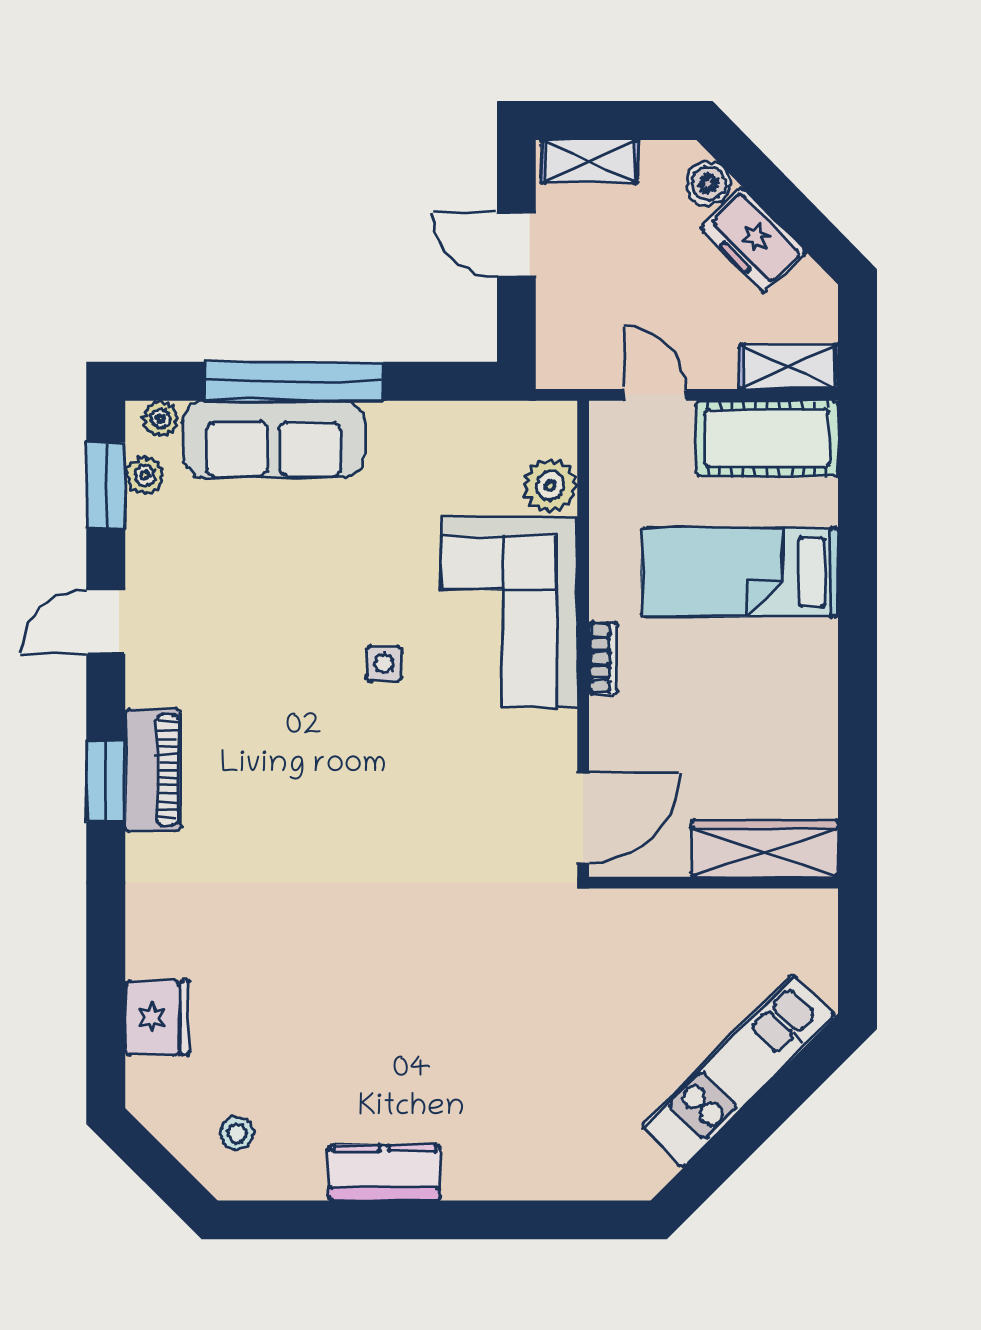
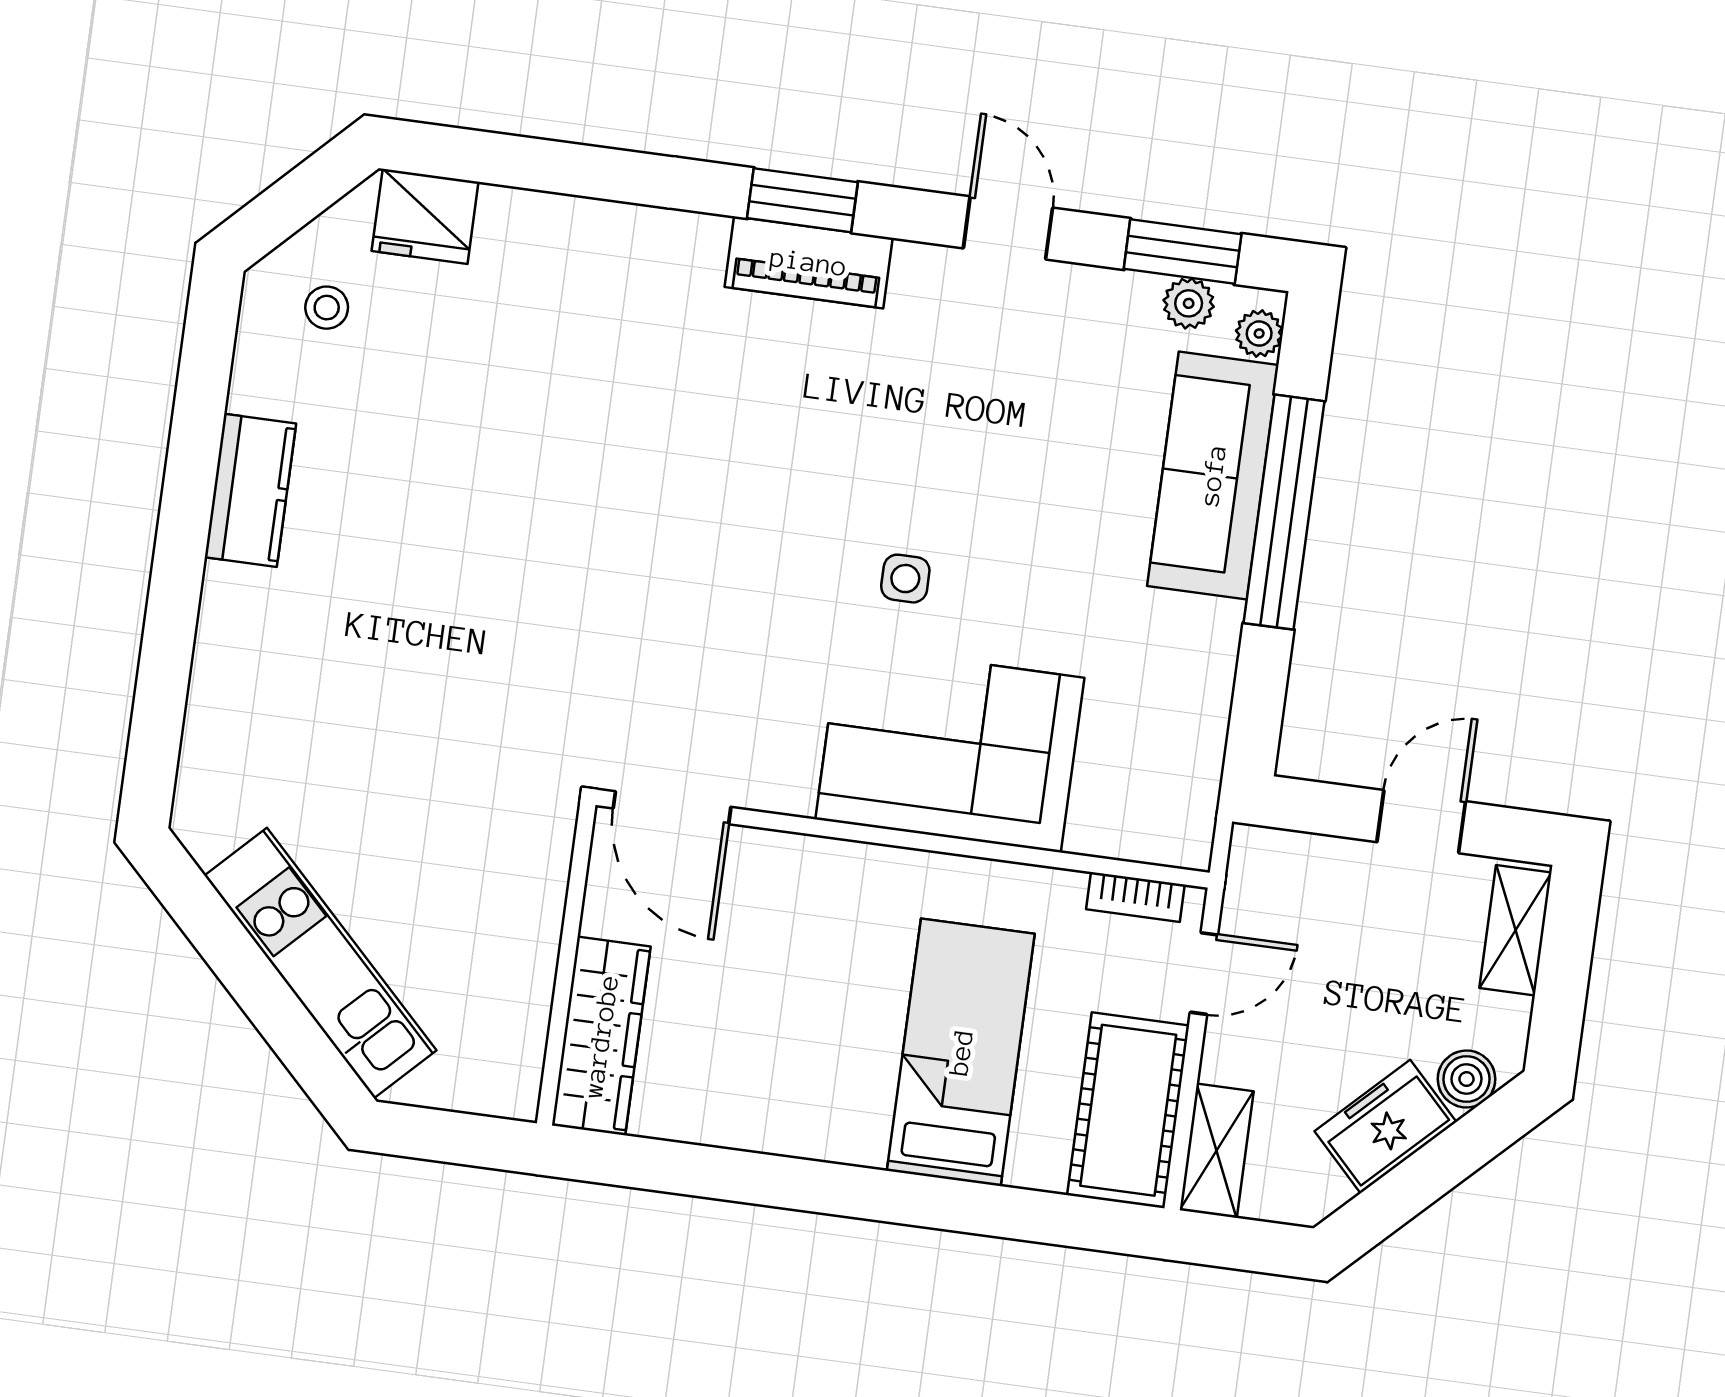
plant: (550, 486) -> (1105, 823), removed
bookcase: (603, 658) -> (1135, 897), moved
fridge: (157, 1018) -> (425, 216), moved

